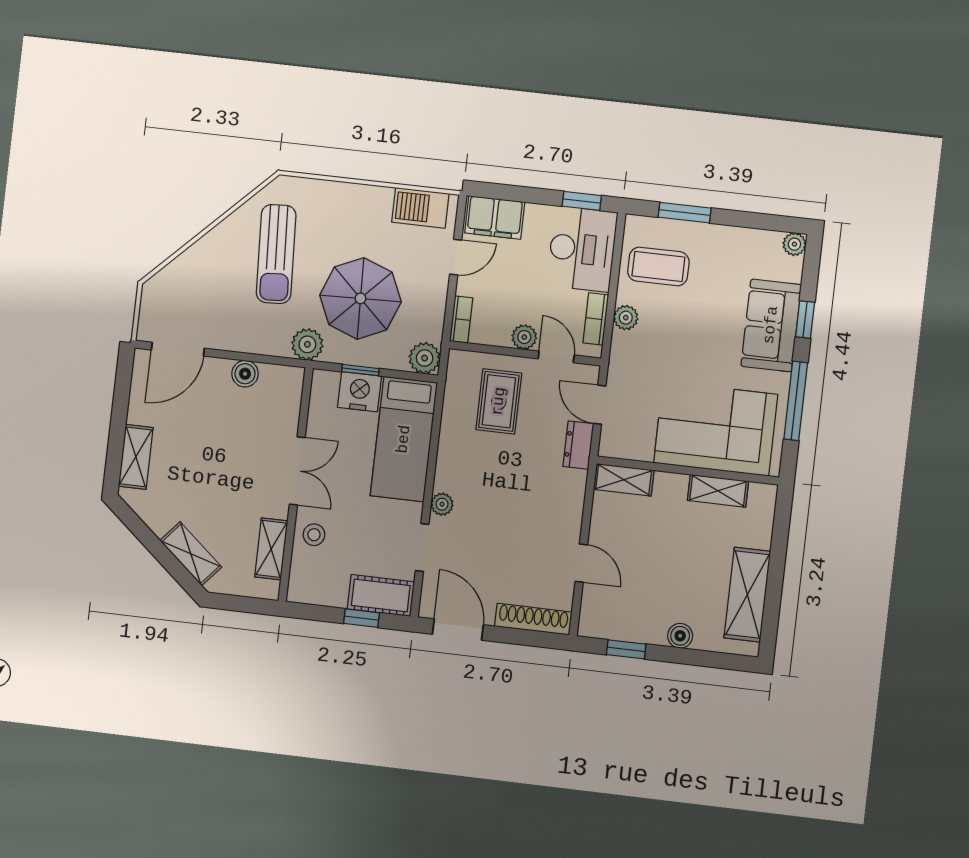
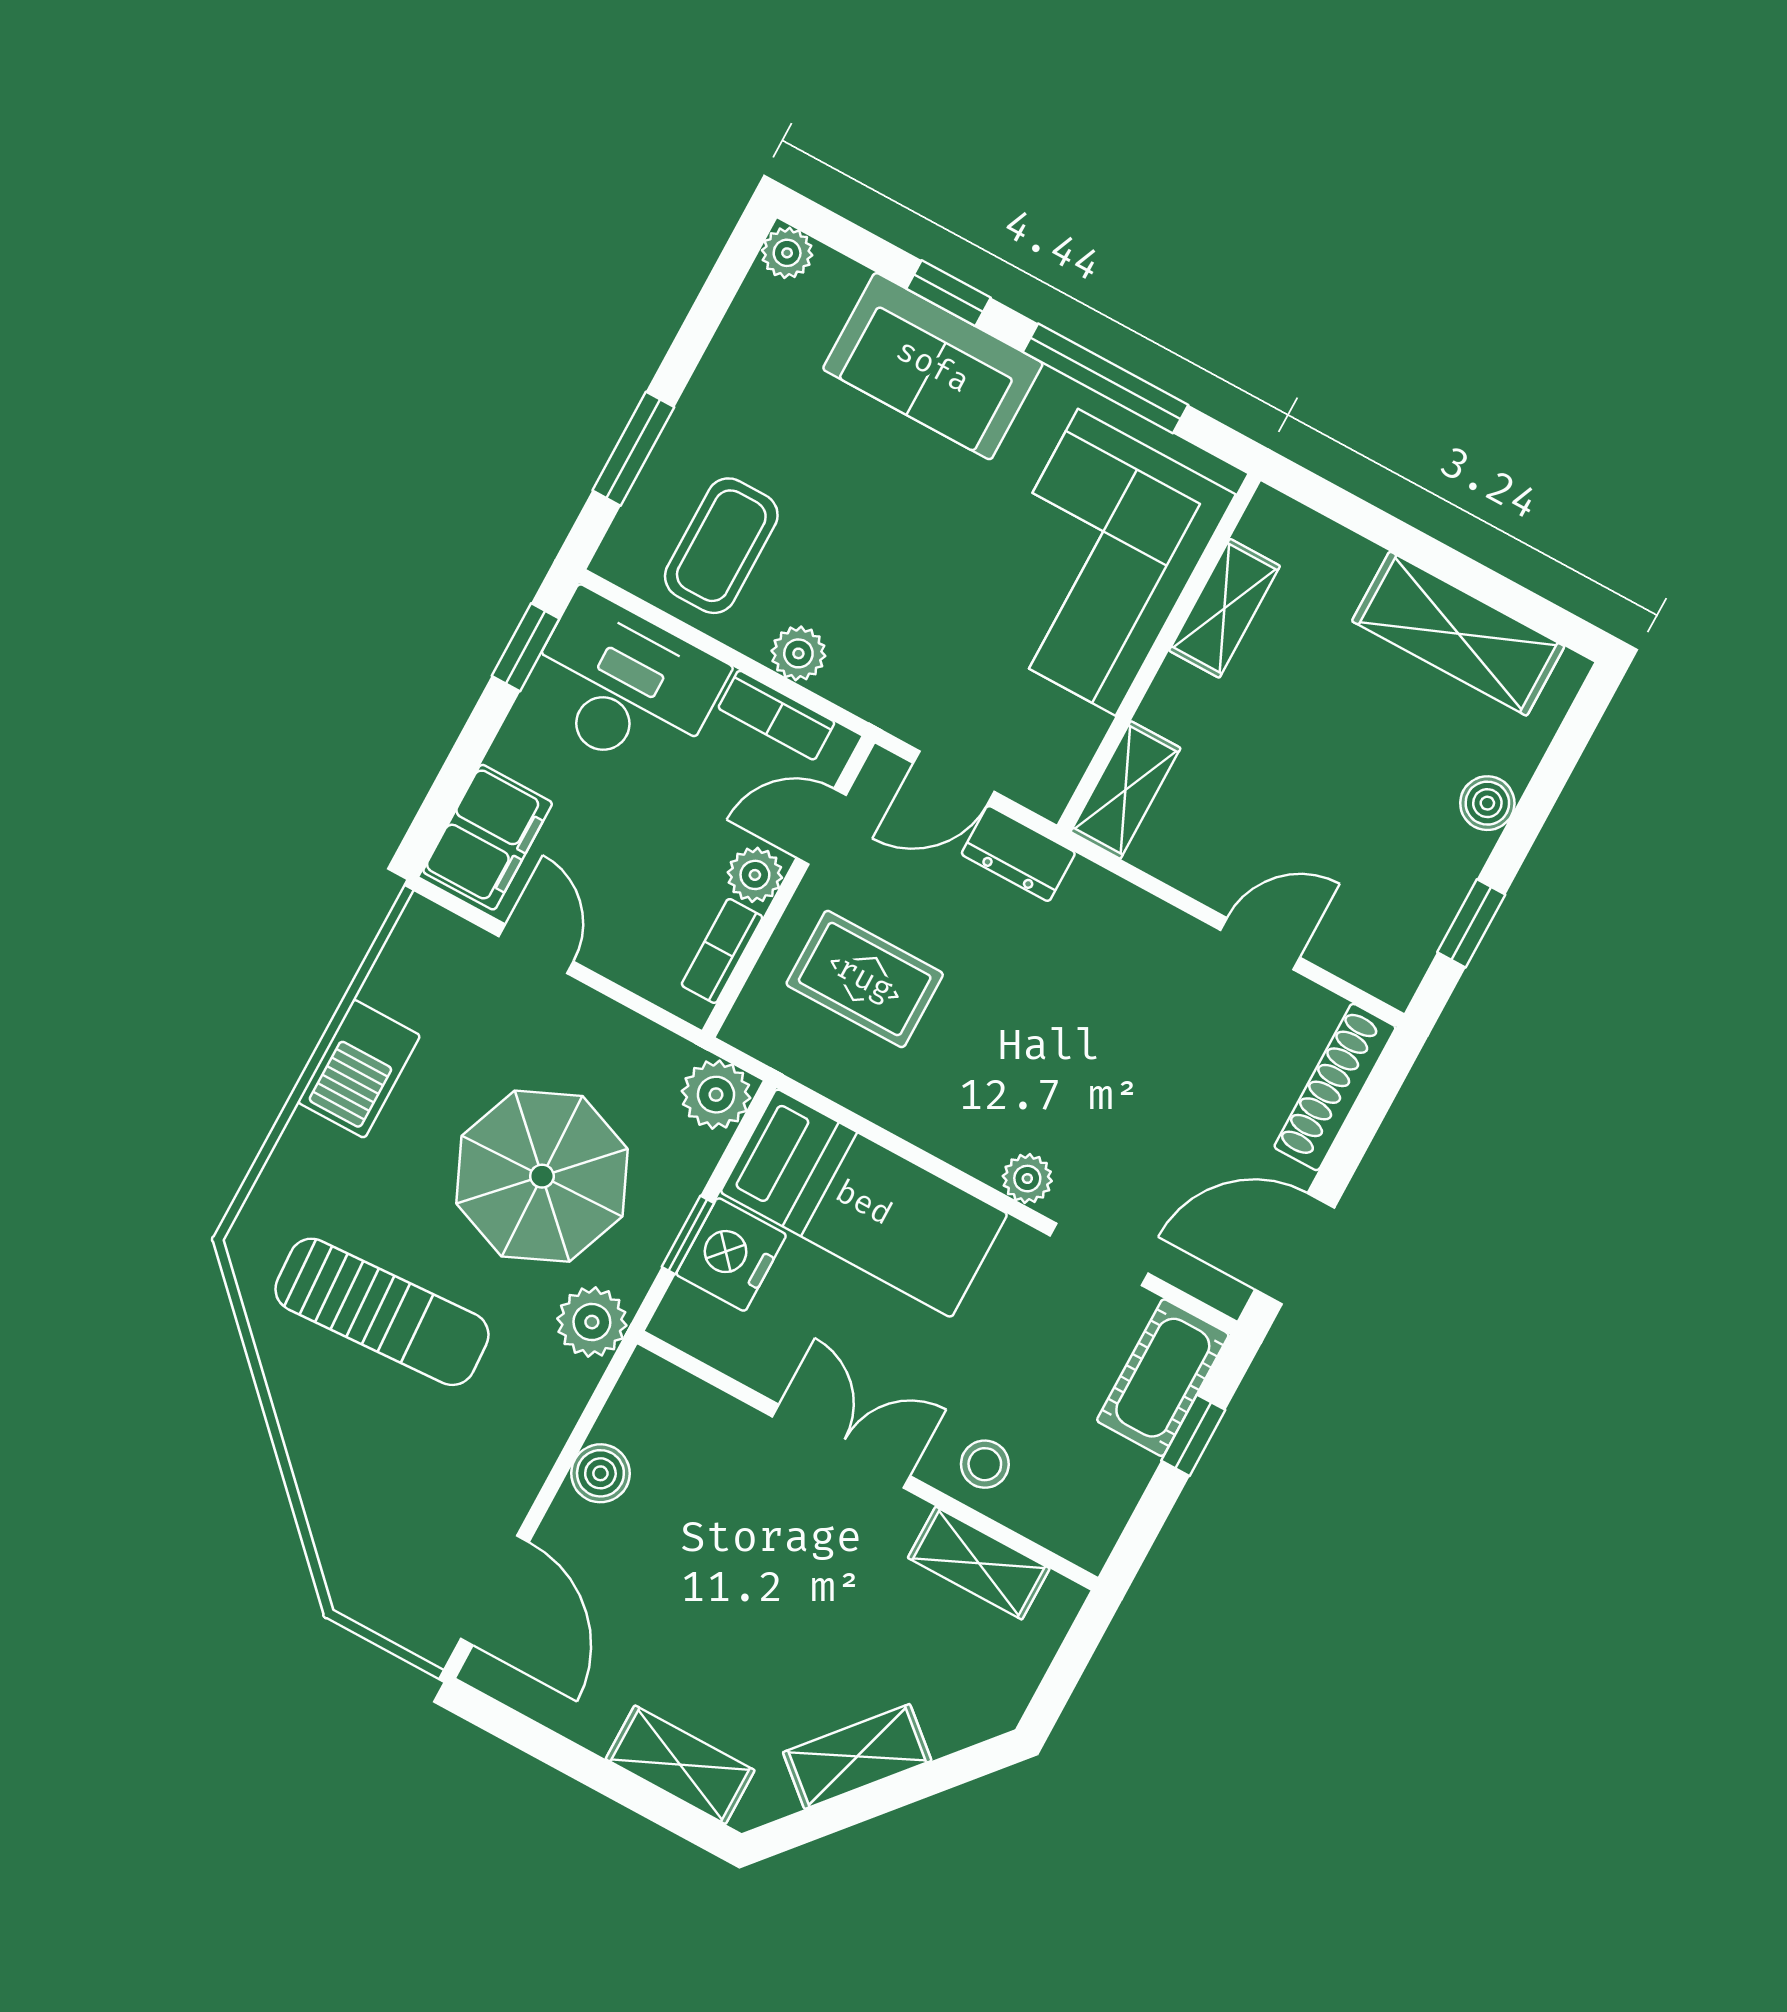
barbecue: (420, 208) -> (359, 1069), moved
bookcase: (461, 319) -> (722, 951), moved, turned -90
shelving: (191, 554) -> (857, 1757), moved

